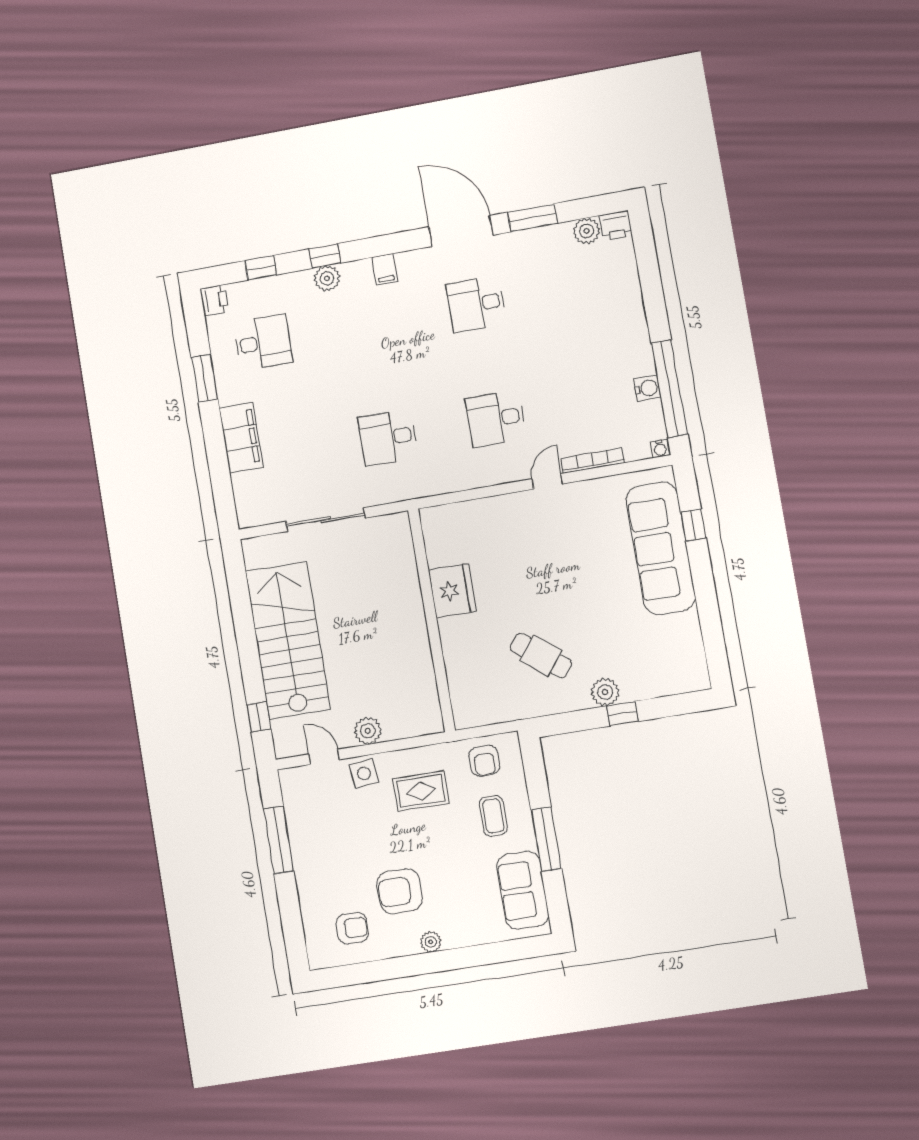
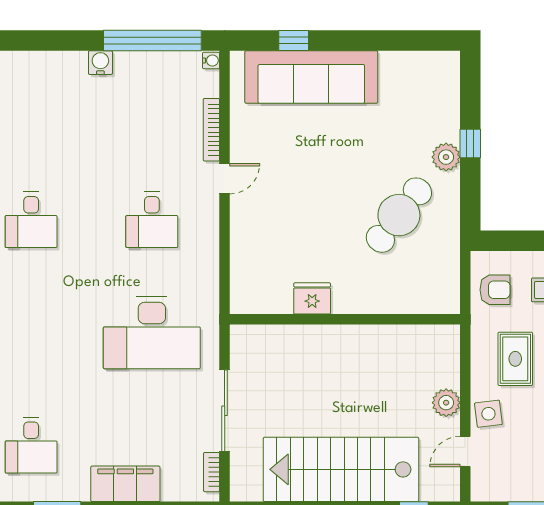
desk: (263, 342) -> (31, 445), turned 180
water cooler: (647, 388) -> (100, 63), moved
desk: (388, 438) -> (152, 333), width x1.87, depth x1.30
door: (547, 481) -> (225, 179), swing flipped
bookcase: (265, 517) -> (212, 472), added
fridge: (452, 591) -> (312, 298), width x0.73, depth x0.75
cafe table: (541, 656) -> (399, 215), width x1.37, depth x1.35

